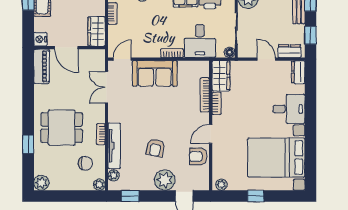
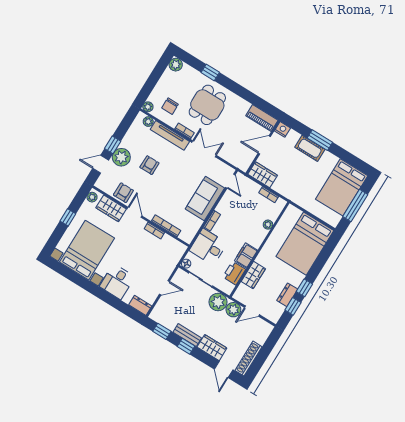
dresser: (289, 51) -> (160, 309), removed
wardrobe: (221, 76) -> (111, 208), moved
double door: (107, 87) -> (204, 149), moved
armchair: (155, 148) -> (149, 165), turned 79
window: (130, 196) -> (113, 145), moved

